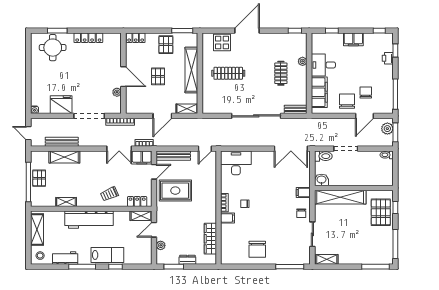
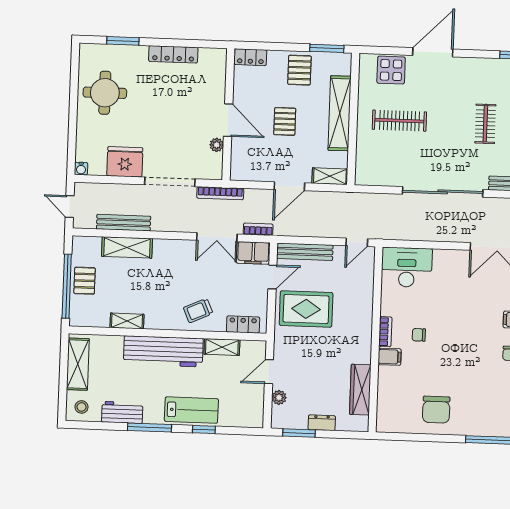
round table: (53, 48) -> (105, 93), moved
shelving: (141, 216) -> (222, 347), moved

